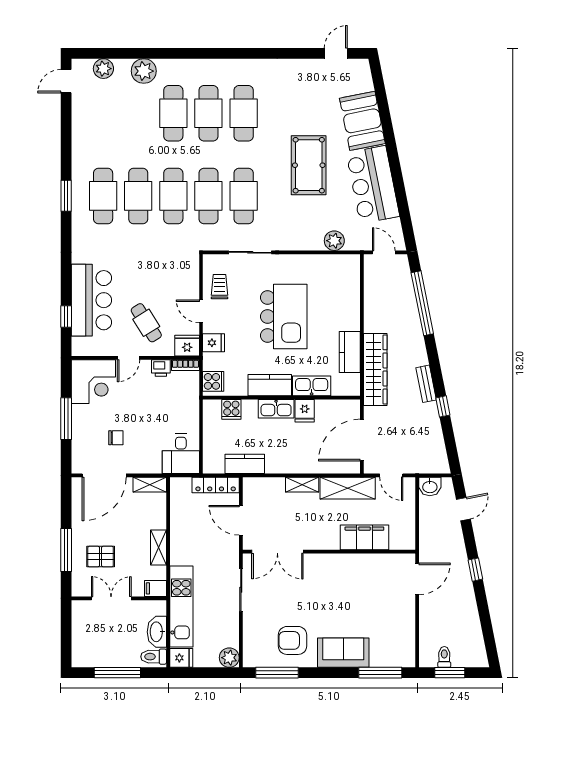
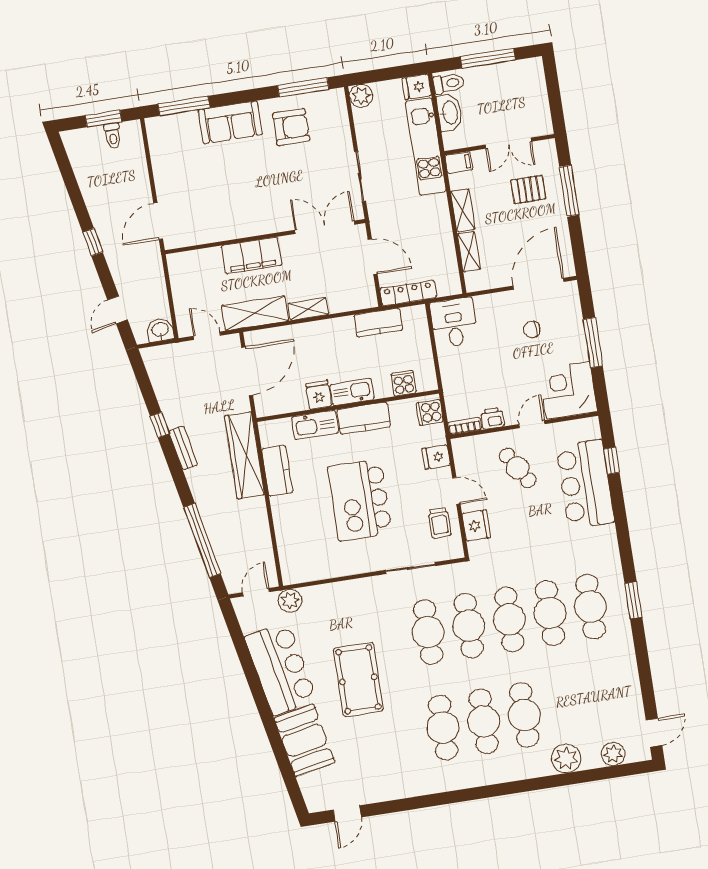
plant: (334, 241) -> (290, 601), moved
door: (384, 252) -> (256, 592), swing flipped
fridge: (187, 346) -> (476, 526), moved, turned -90
shelving: (150, 485) -> (469, 252), moved, turned 90
filing cabinet: (364, 537) -> (252, 256), moved

